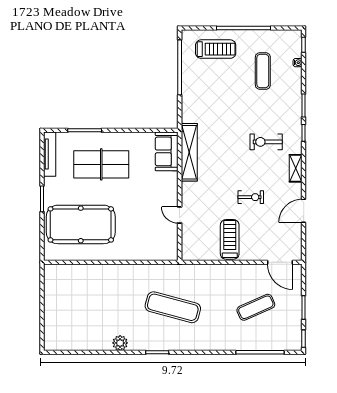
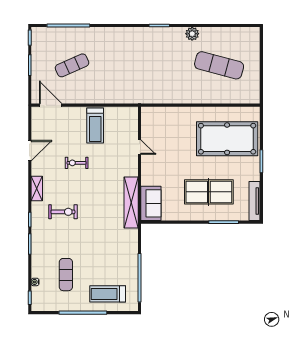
exercise mat: (173, 307) -> (219, 65), moved

